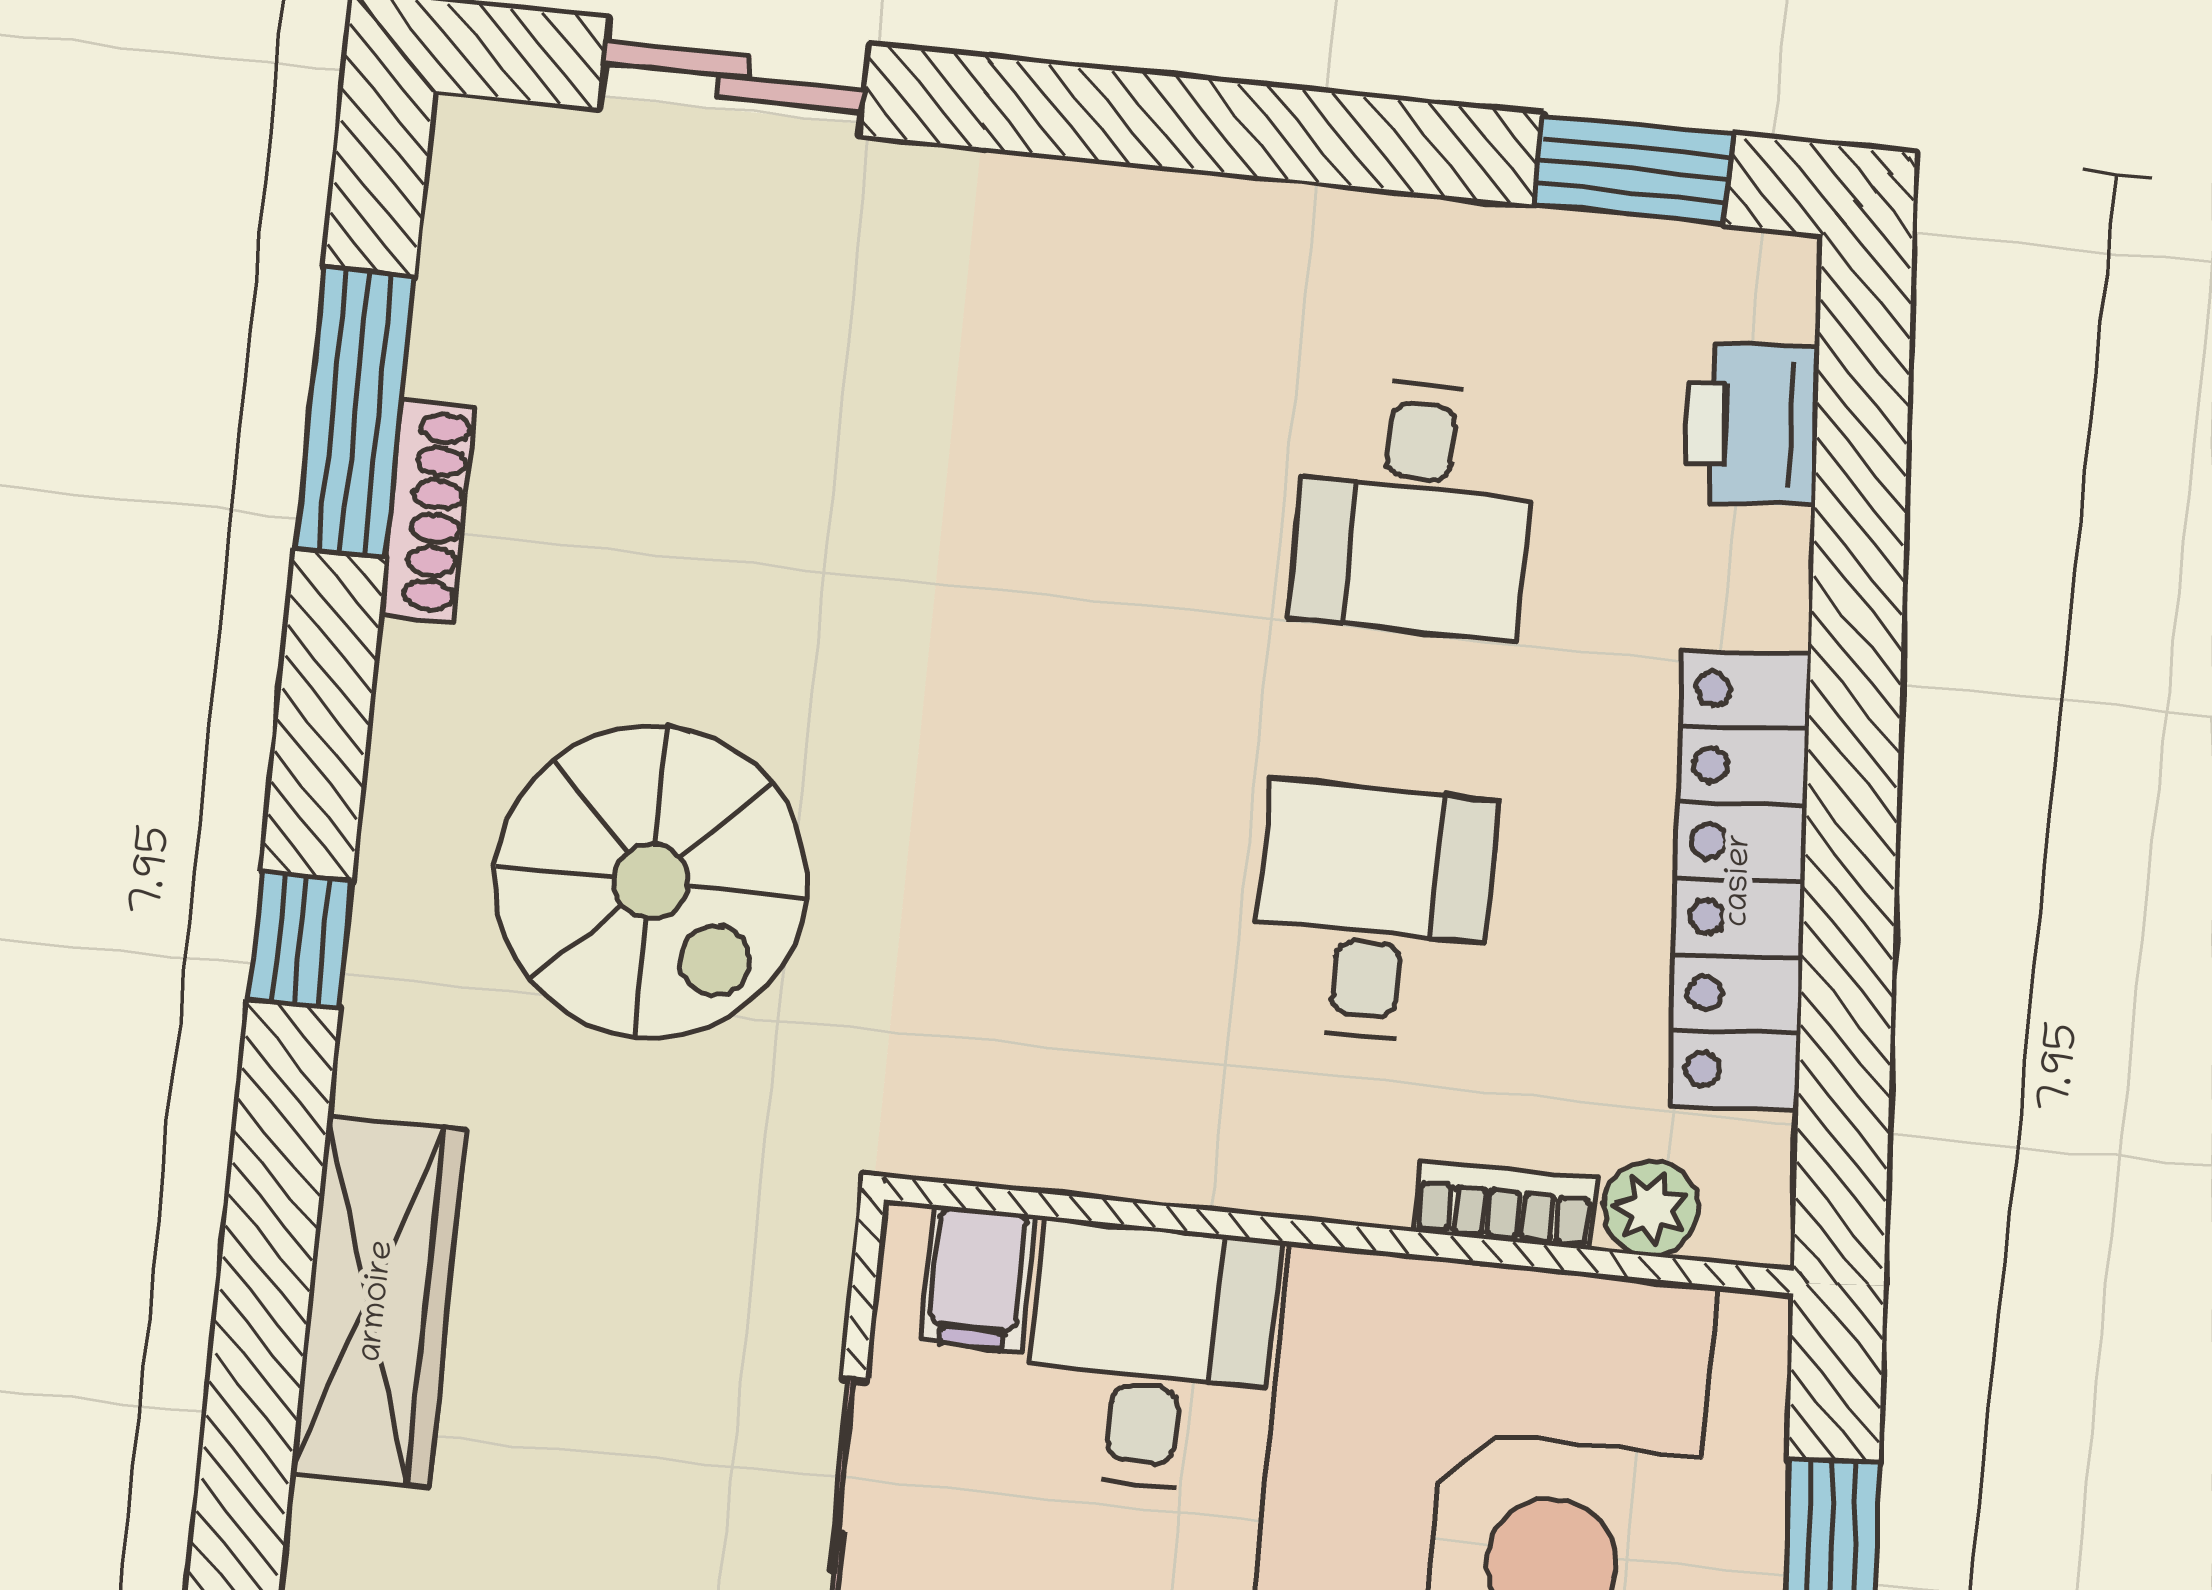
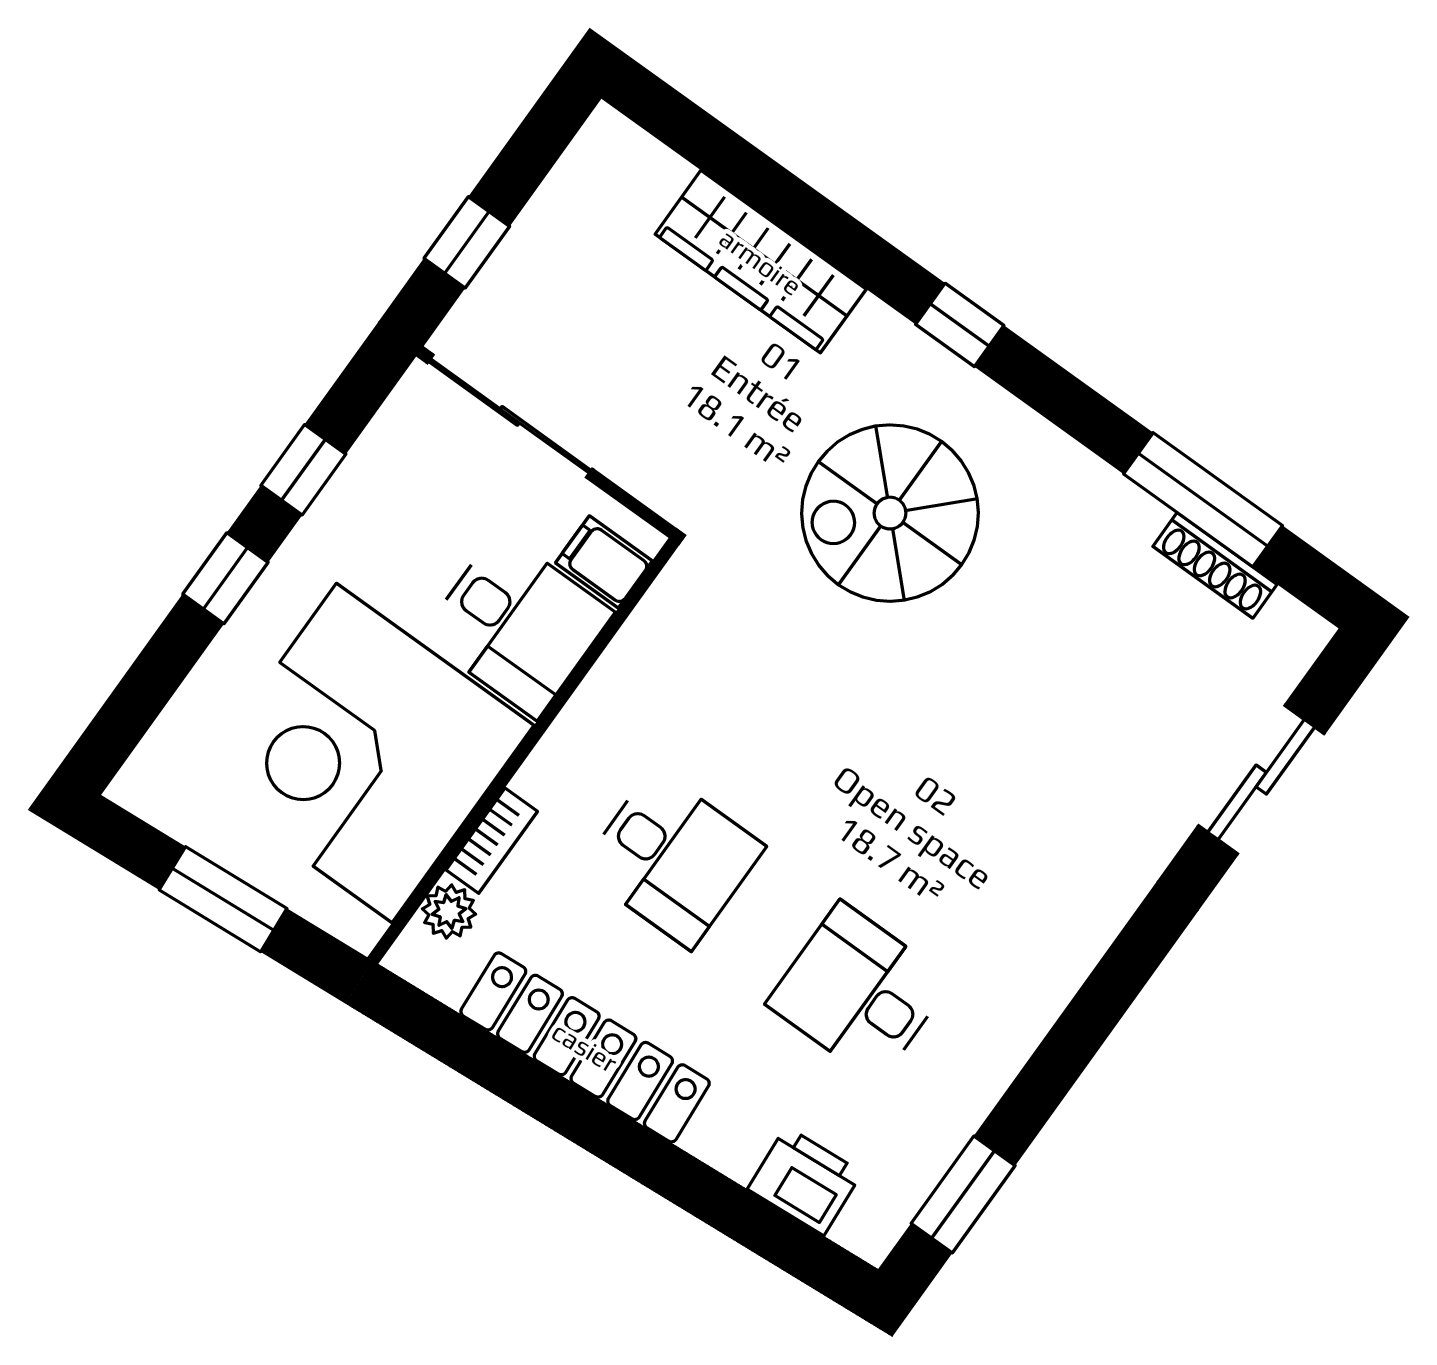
shoe rack: (427, 511) -> (1215, 565), moved

